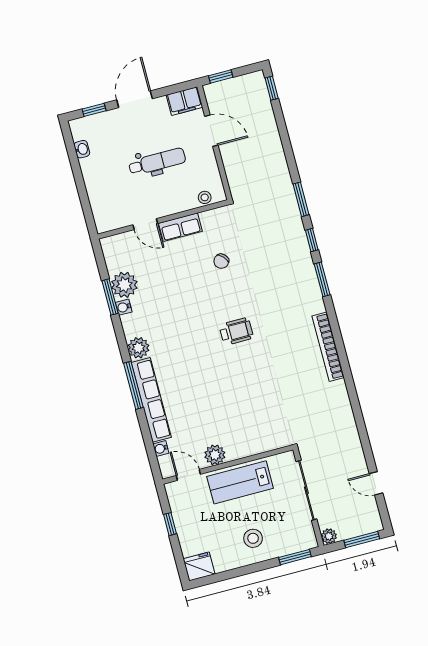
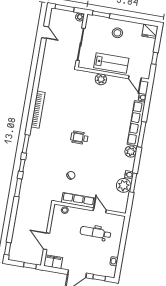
dental chair: (157, 162) -> (96, 233), moved
row of seats: (180, 227) -> (78, 200), width x1.48
plant: (215, 455) -> (101, 79), moved

